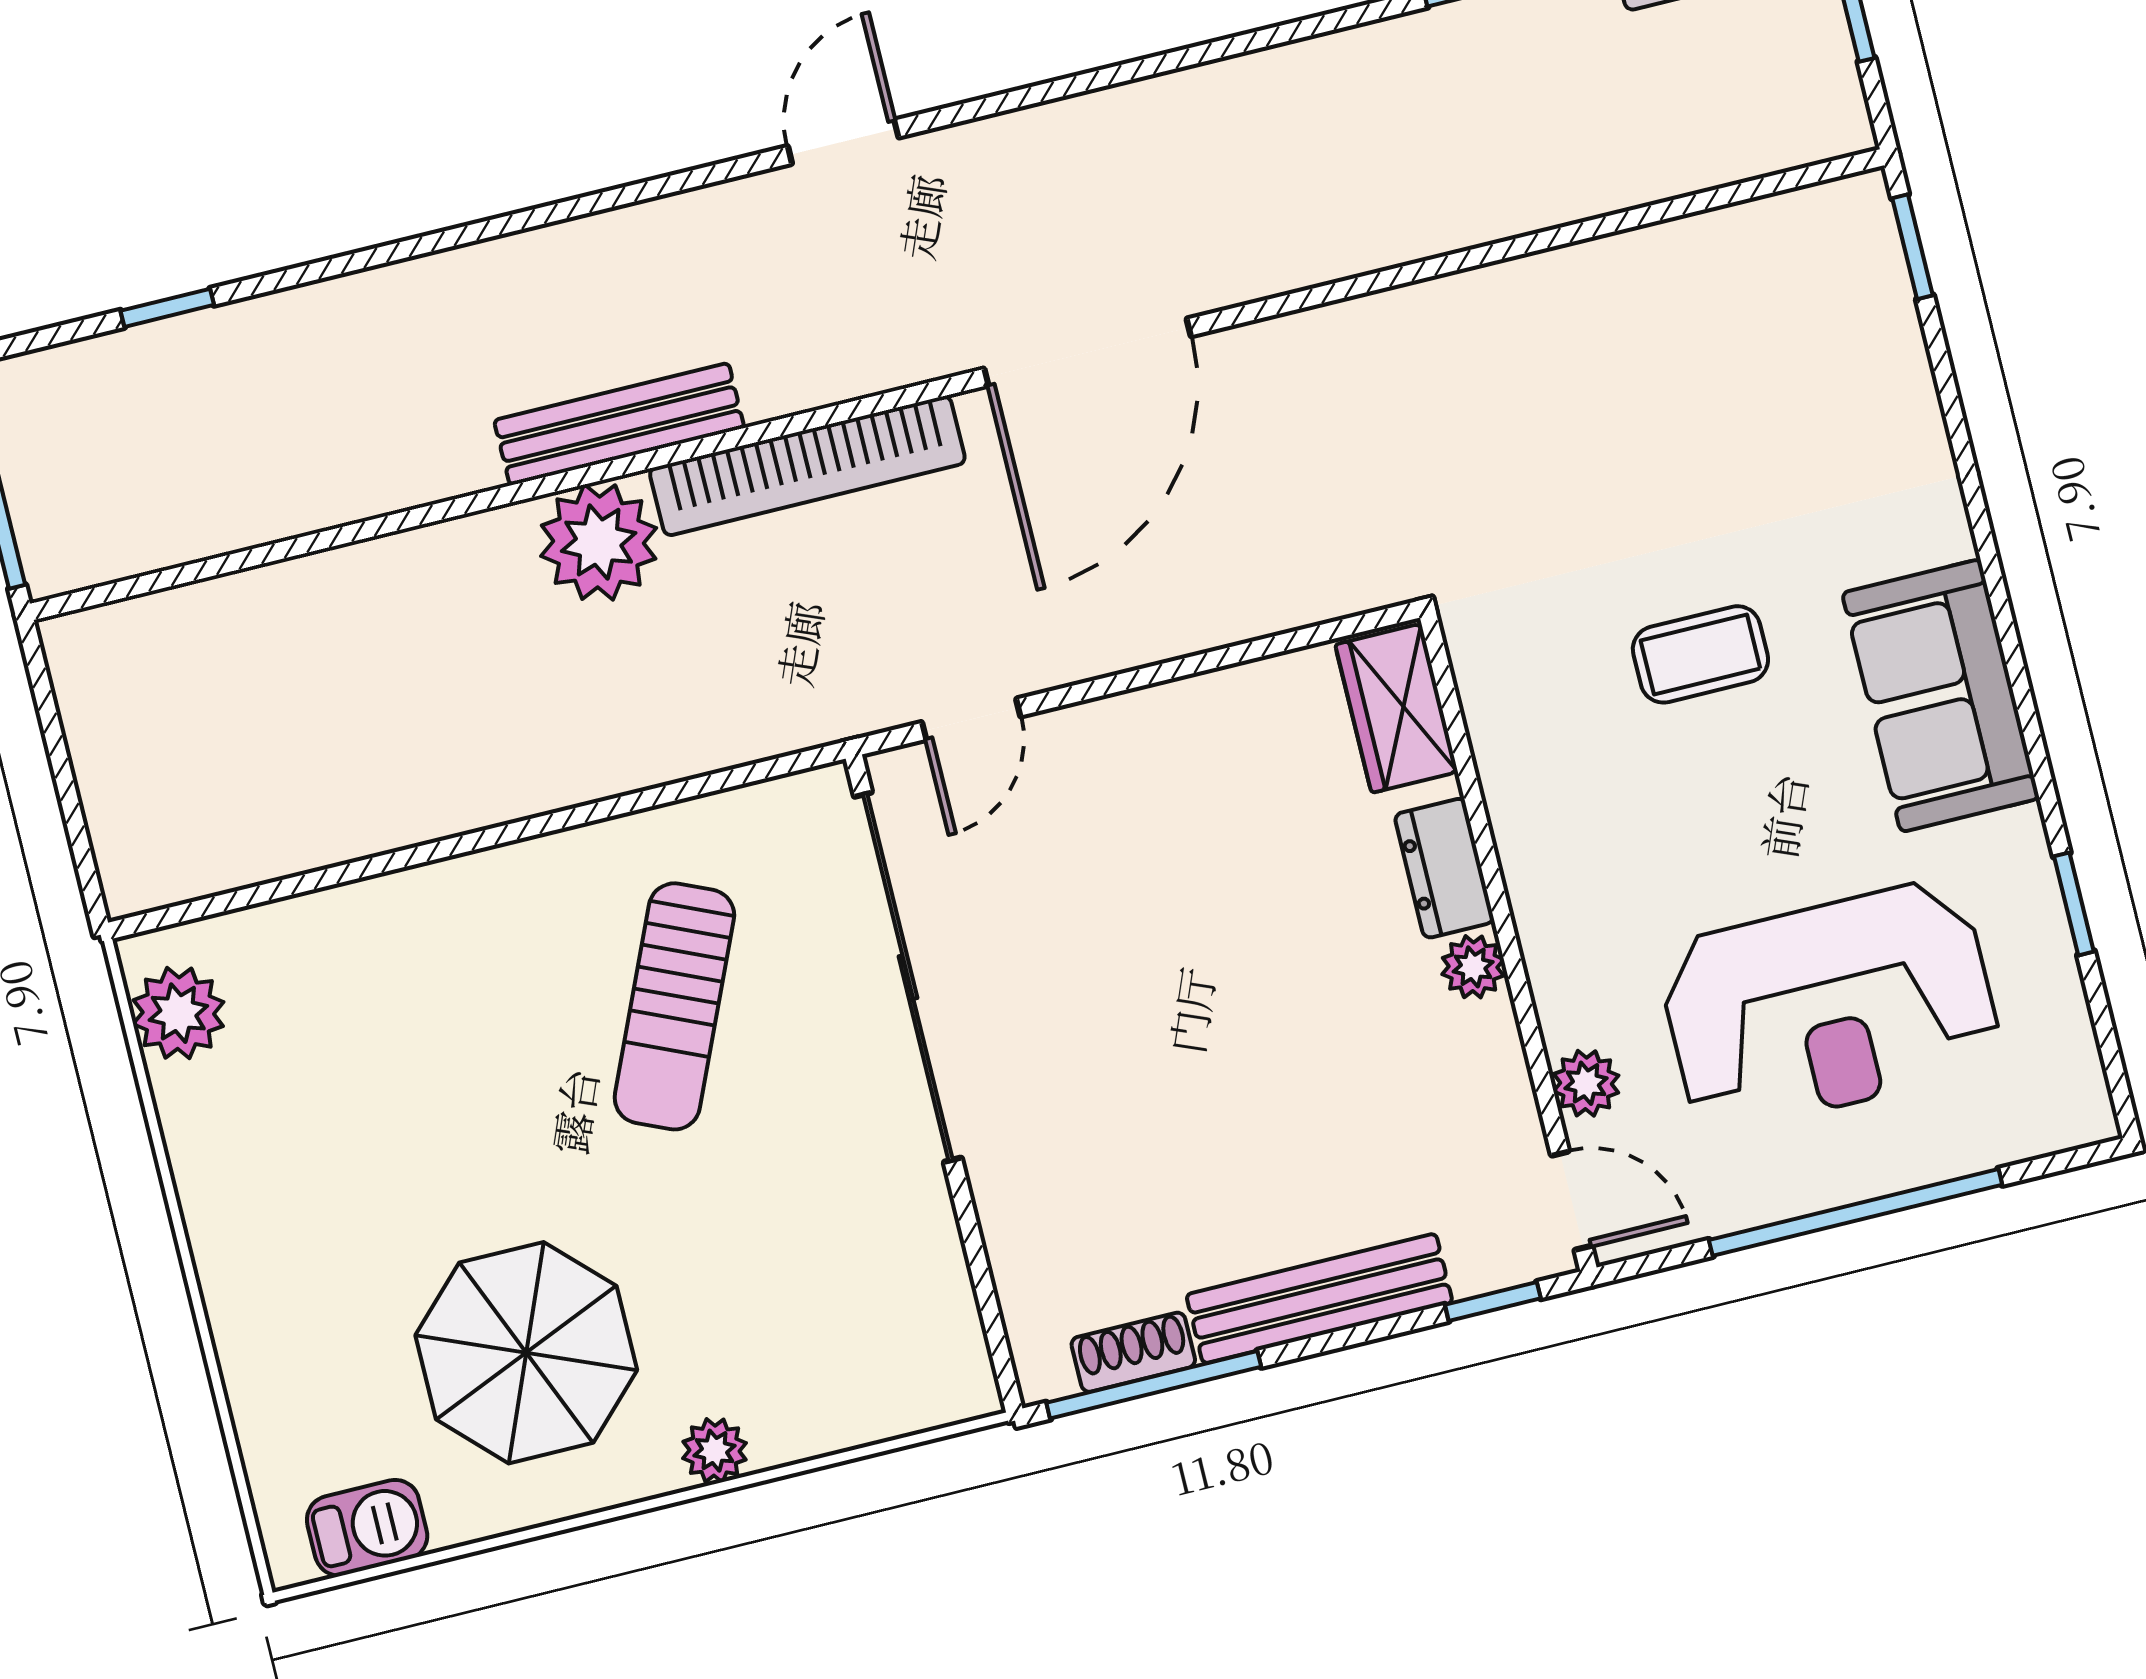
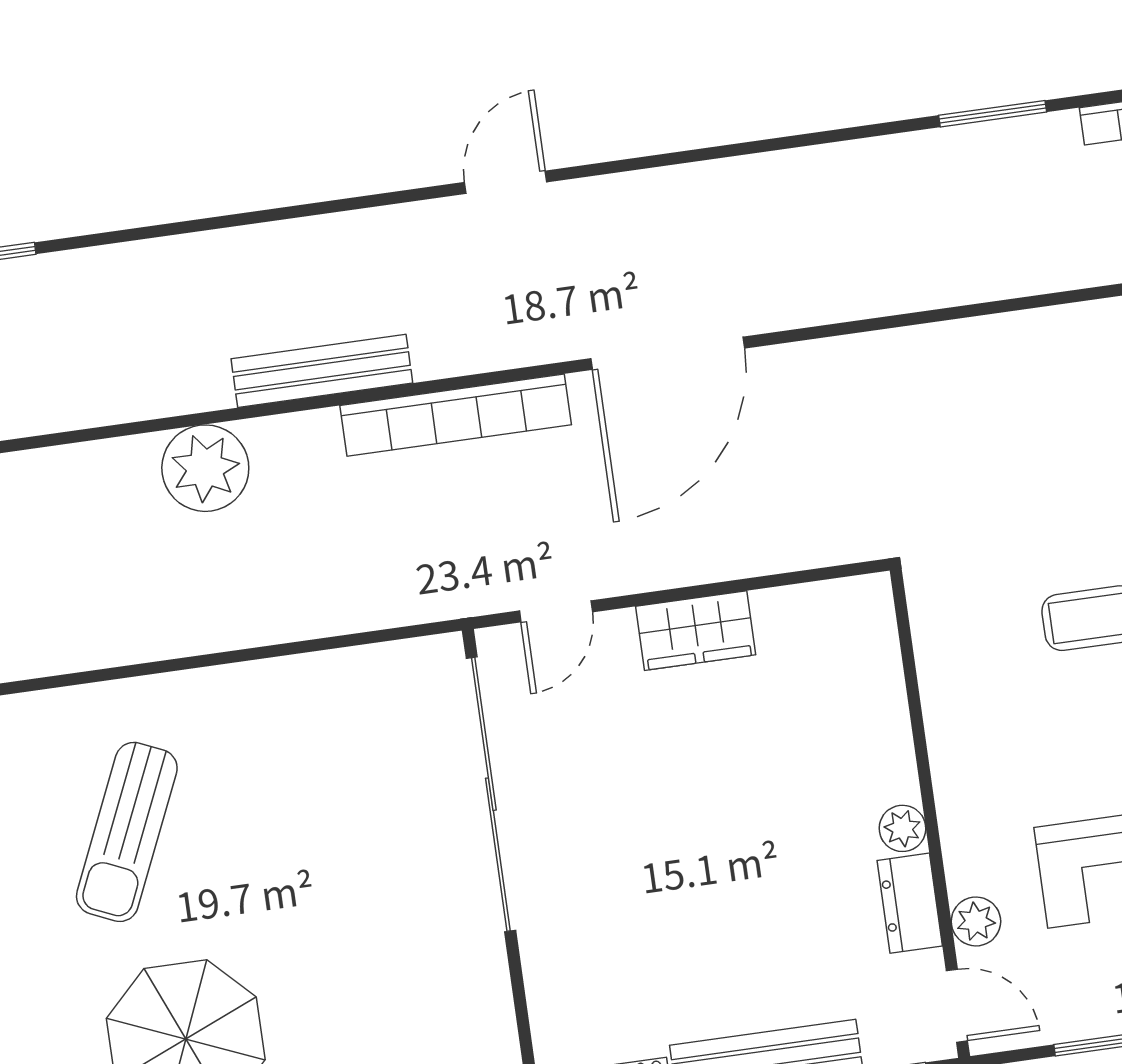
plant: (599, 542) -> (205, 468), moved
wardrobe: (1396, 708) -> (696, 631), moved, turned -90
dresser: (1444, 868) -> (910, 903), moved
sun lounger: (674, 1006) -> (127, 832), moved

